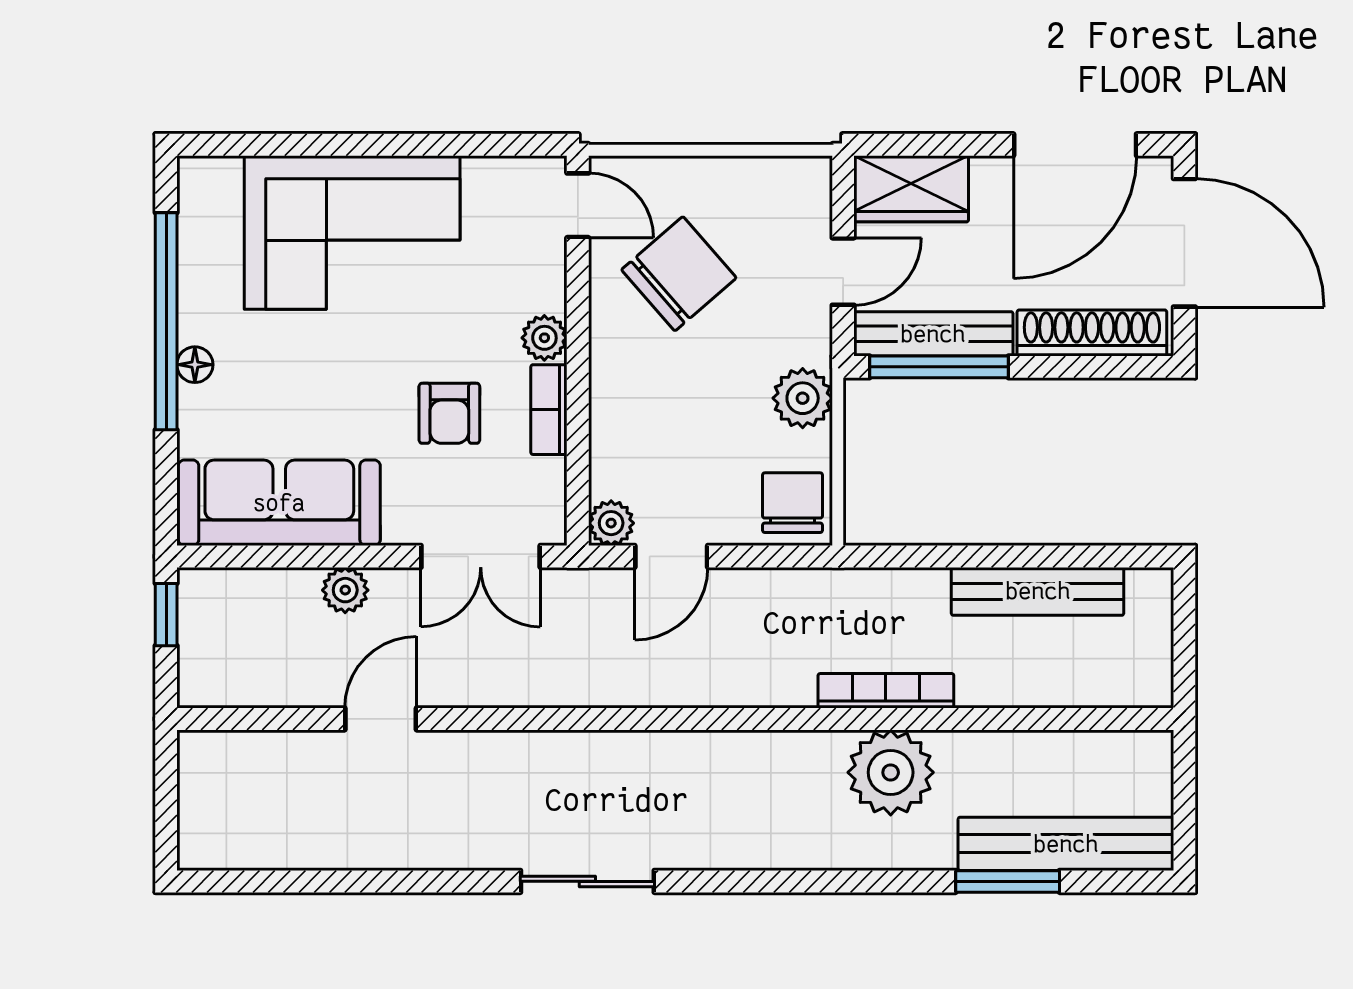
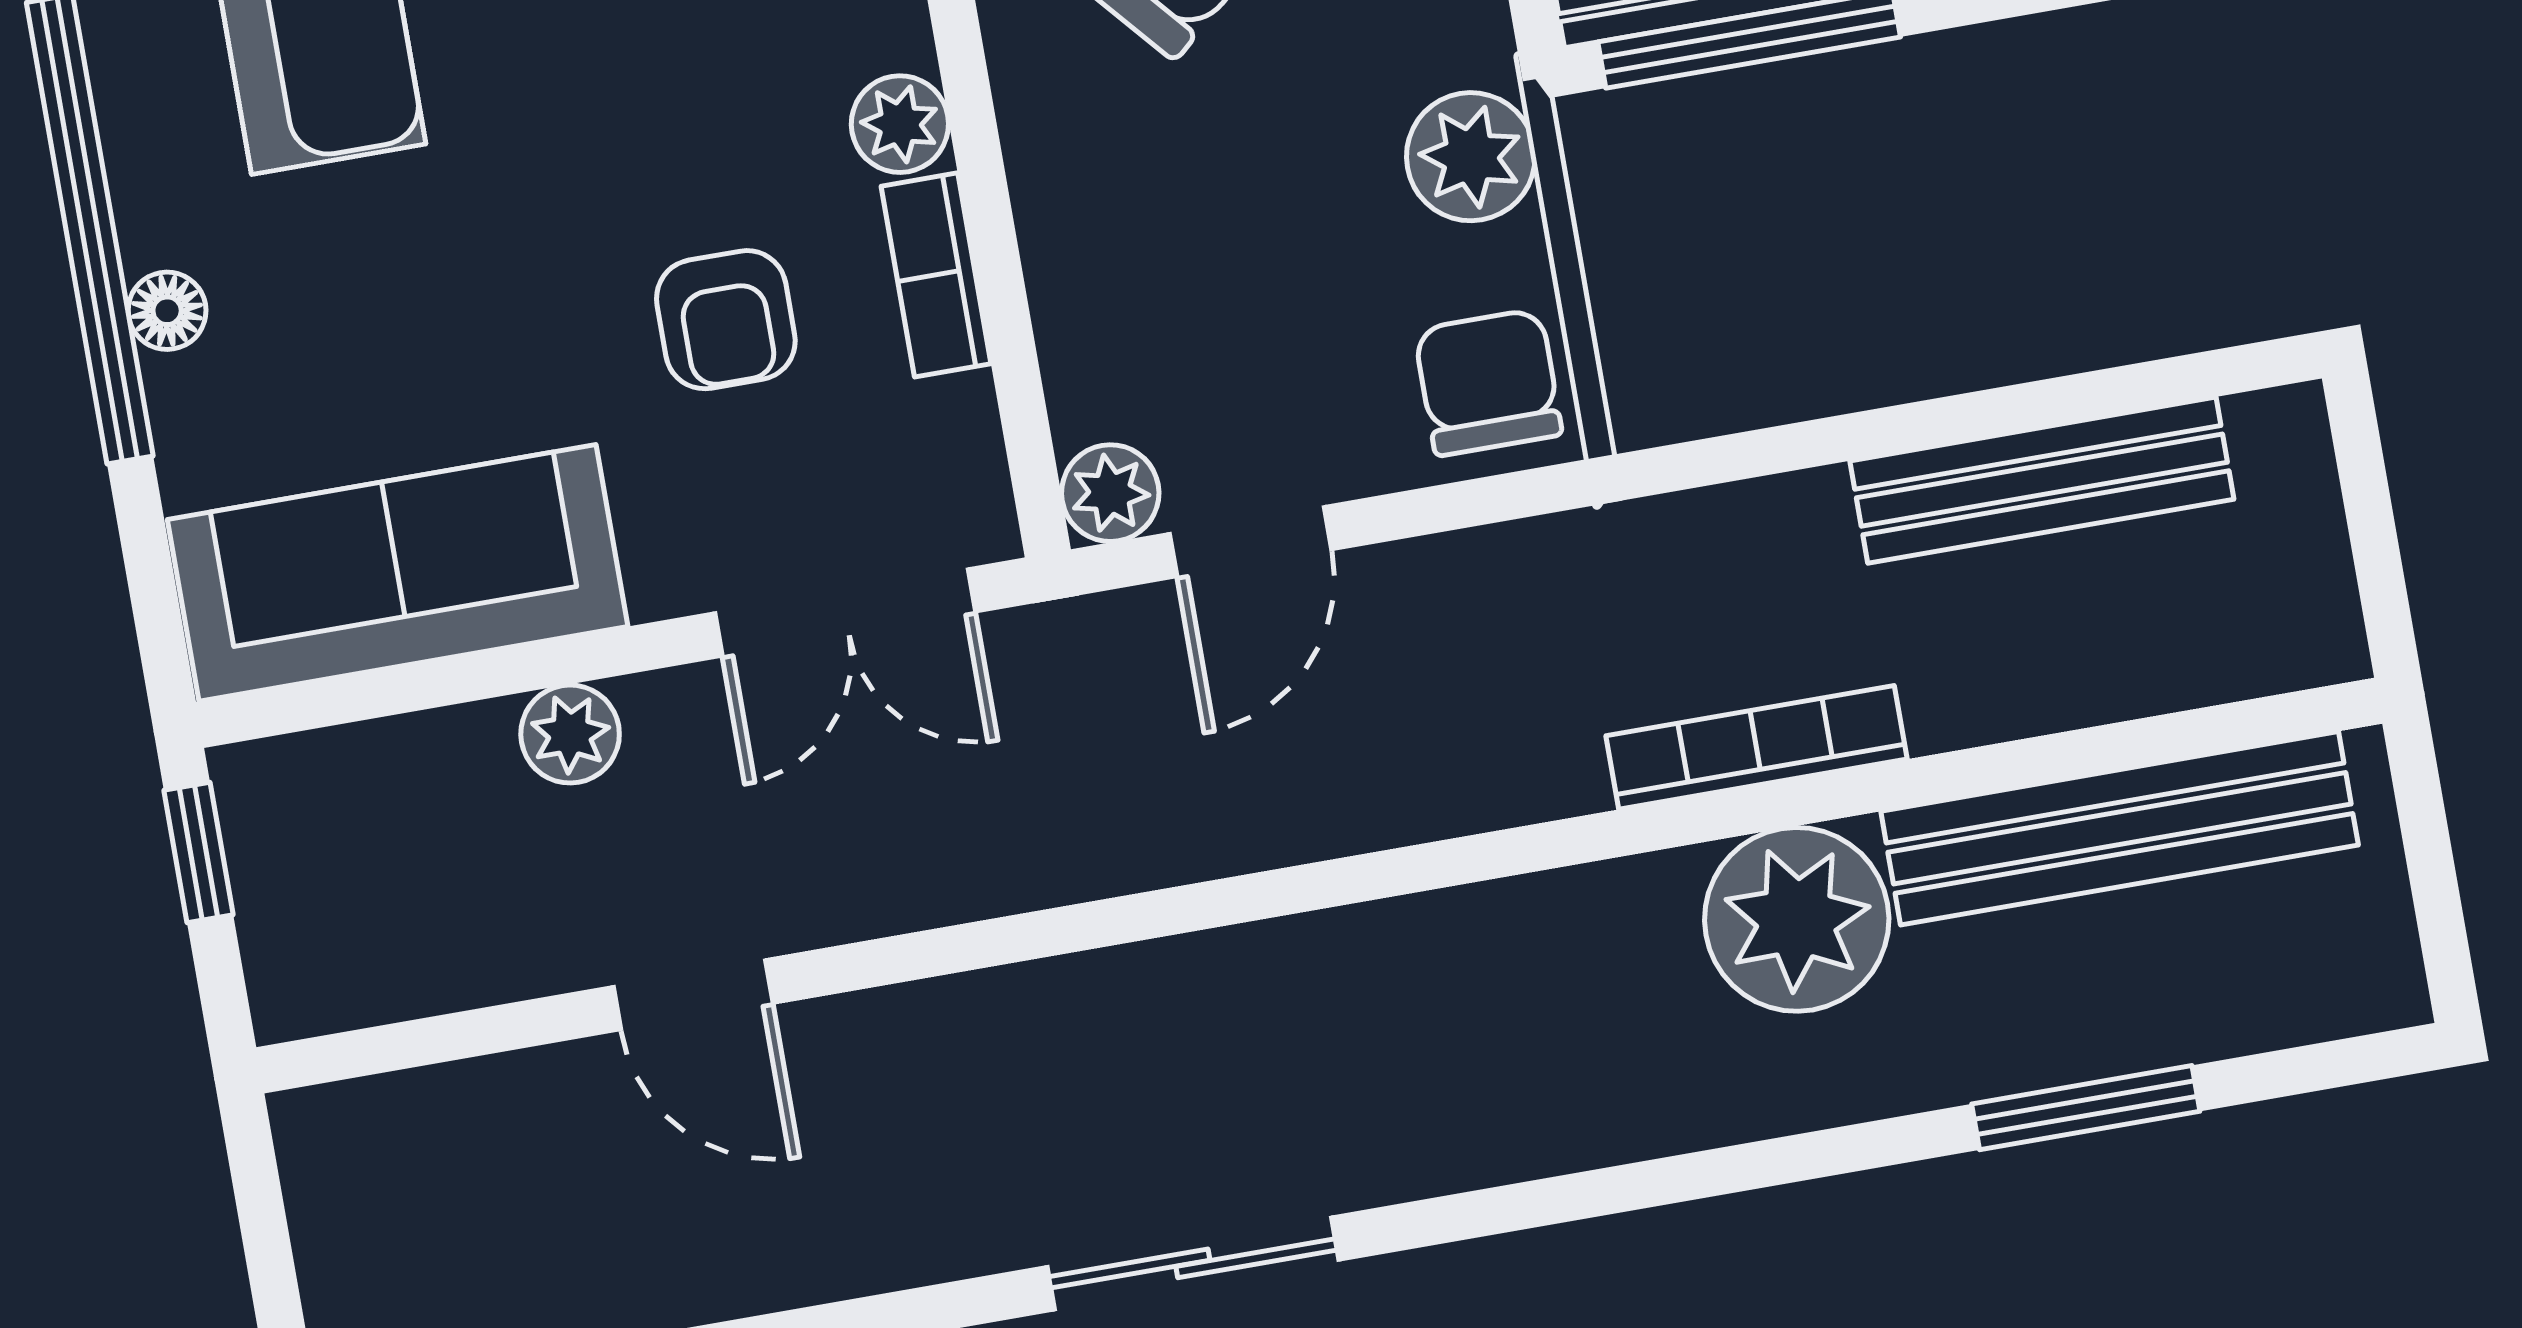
door: (381, 719) -> (693, 995), swing flipped
bench: (1066, 844) -> (2120, 828), moved

